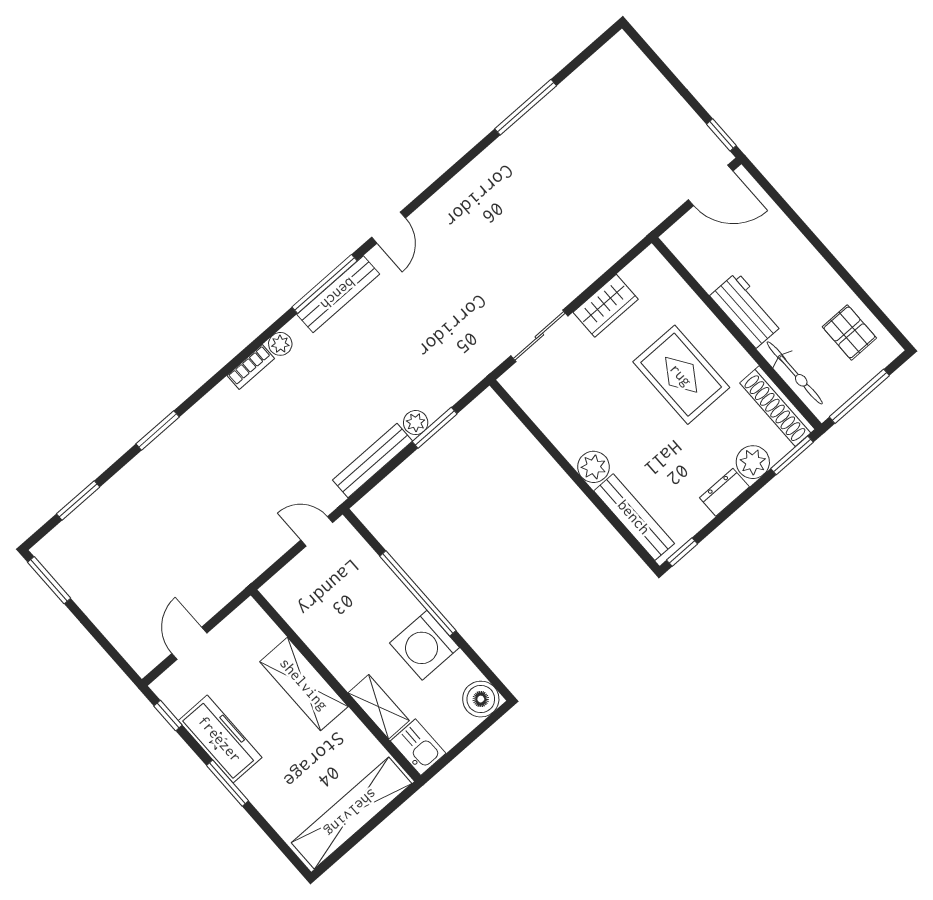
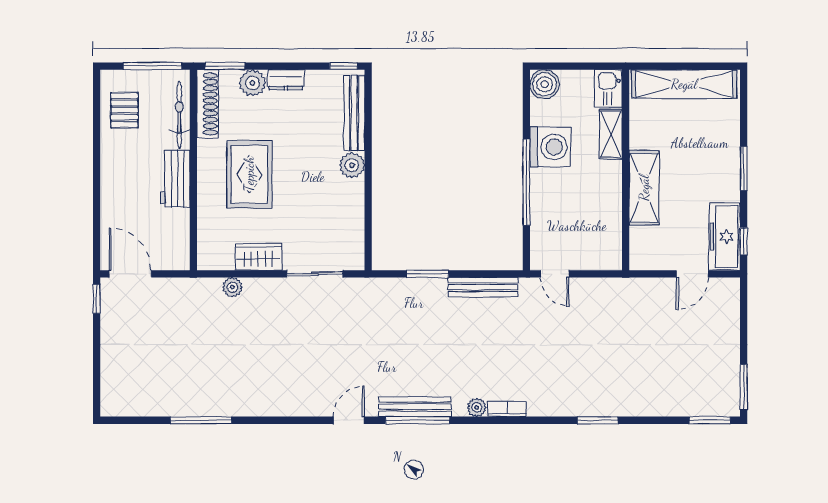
plant: (416, 423) -> (232, 287), moved
window: (78, 500) -> (710, 420), moved
freezer: (220, 739) -> (724, 237), moved

